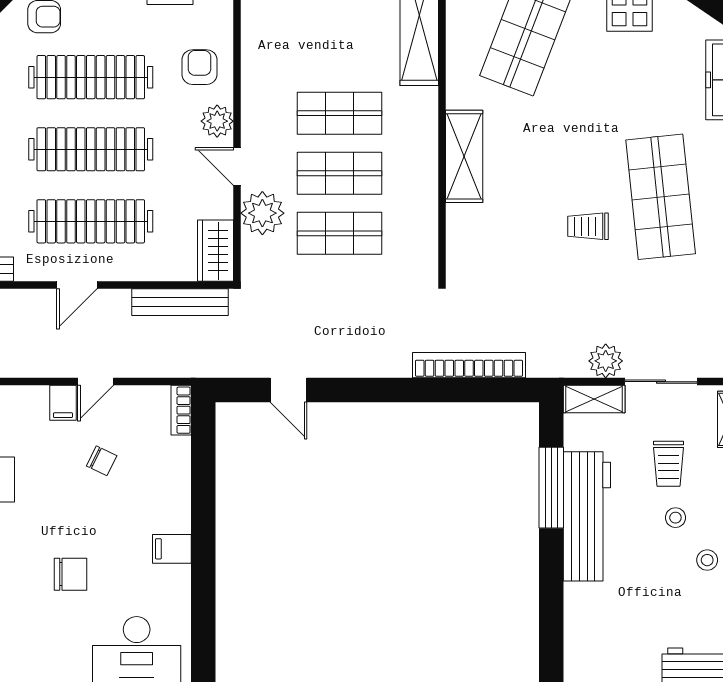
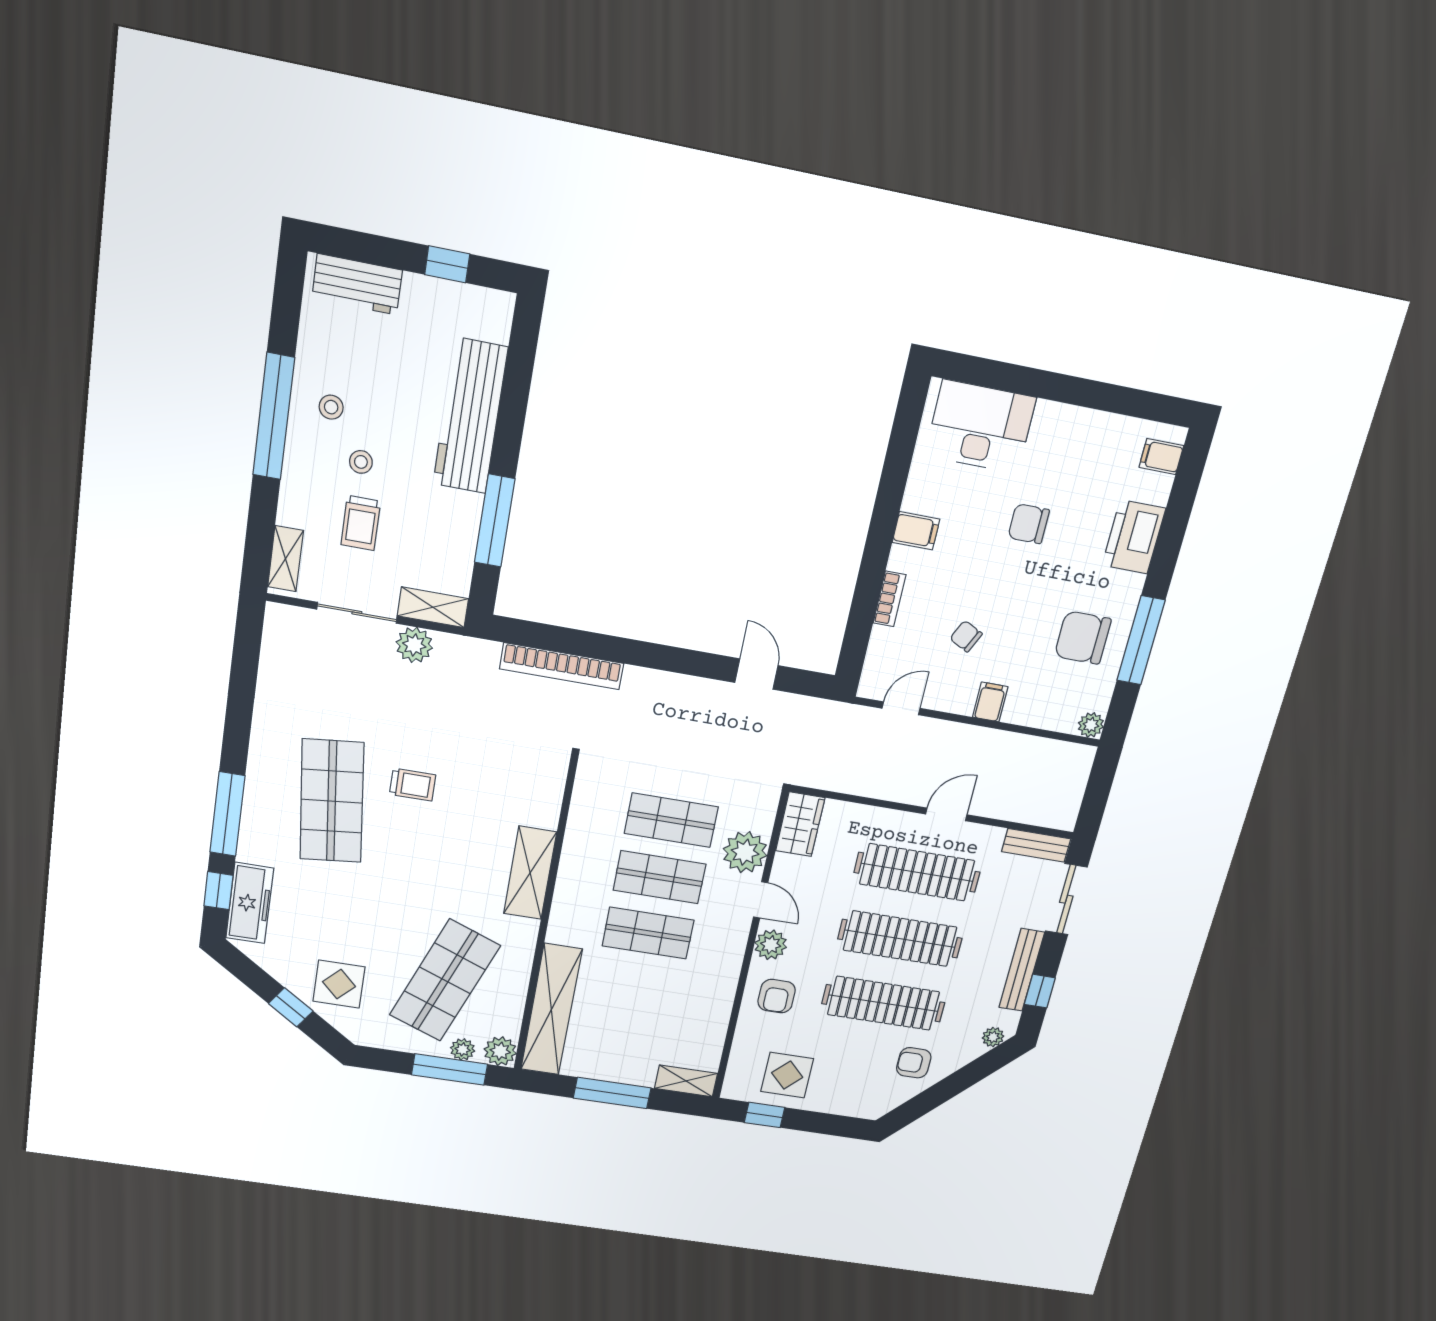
bench: (180, 302) -> (847, 781), removed
door: (96, 382) -> (901, 708), moved
bookcase: (181, 410) -> (890, 599), moved
trolley: (669, 464) -> (361, 523), turned 180
workbench: (587, 516) -> (470, 416), moved

